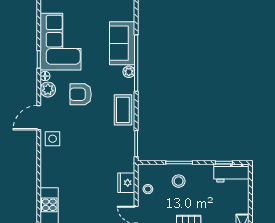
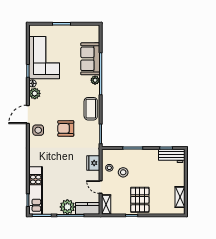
armchair: (81, 94) -> (66, 128), moved
stool: (179, 181) -> (123, 172), moved

